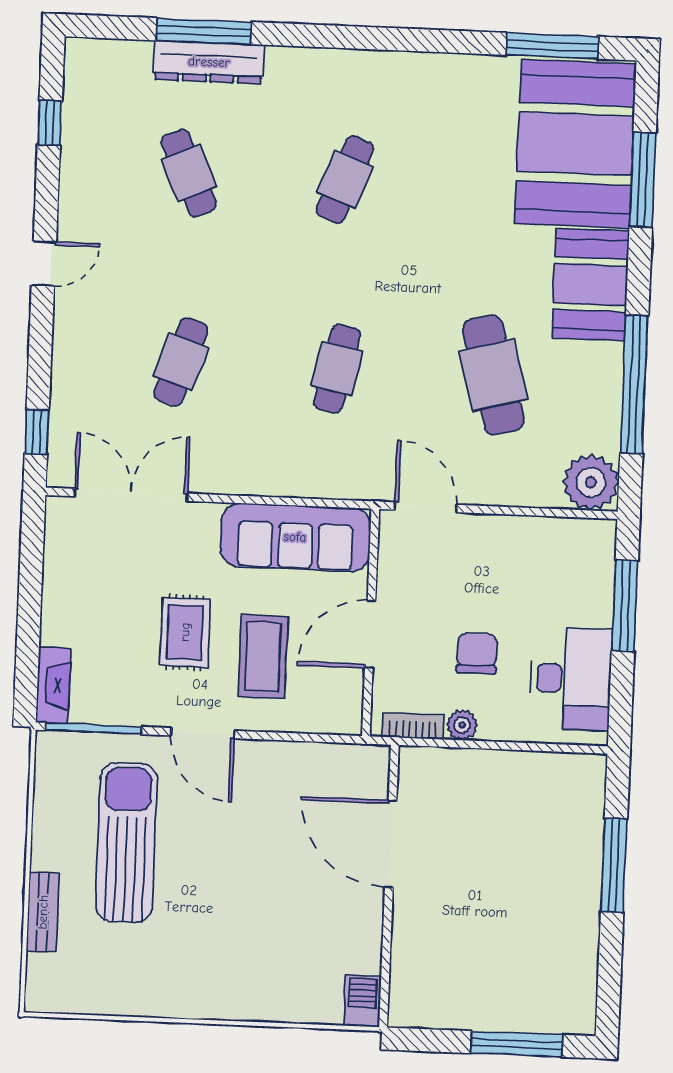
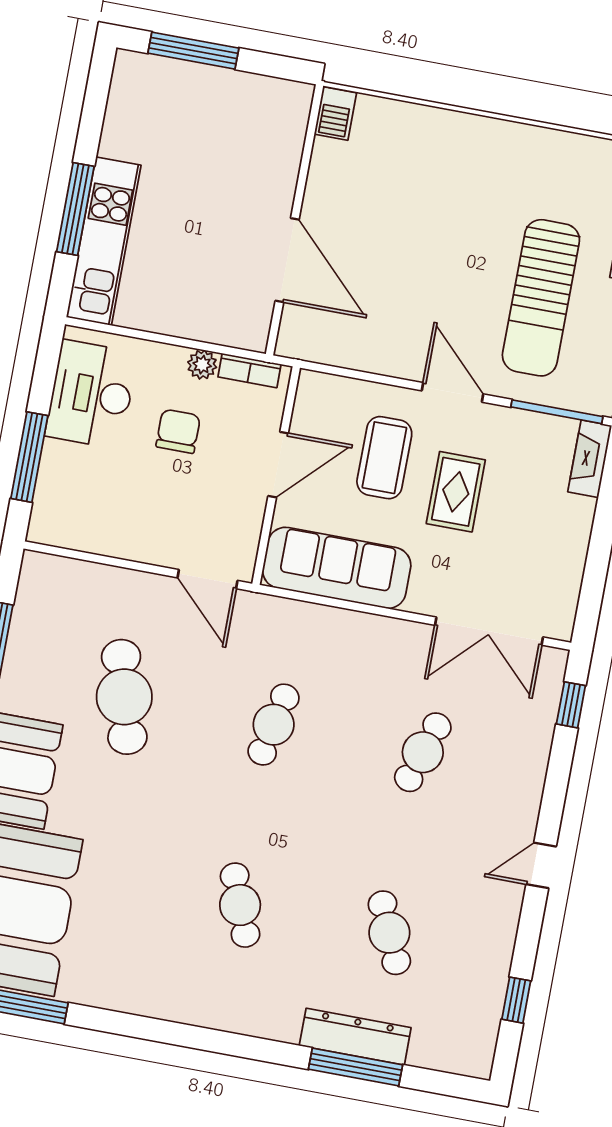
cafe table: (345, 180) -> (240, 905), turned -42
plant: (591, 482) -> (45, 580), removed
chair: (477, 654) -> (178, 431), turned 180
kitchen unit: (580, 837) -> (104, 241), added

